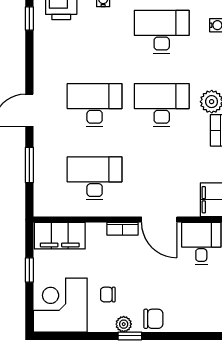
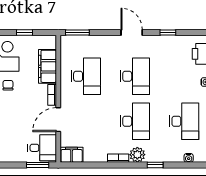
window: (29, 19) -> (168, 33), moved
window: (29, 165) -> (77, 33), moved
filing cabinet: (60, 236) -> (47, 66), moved

